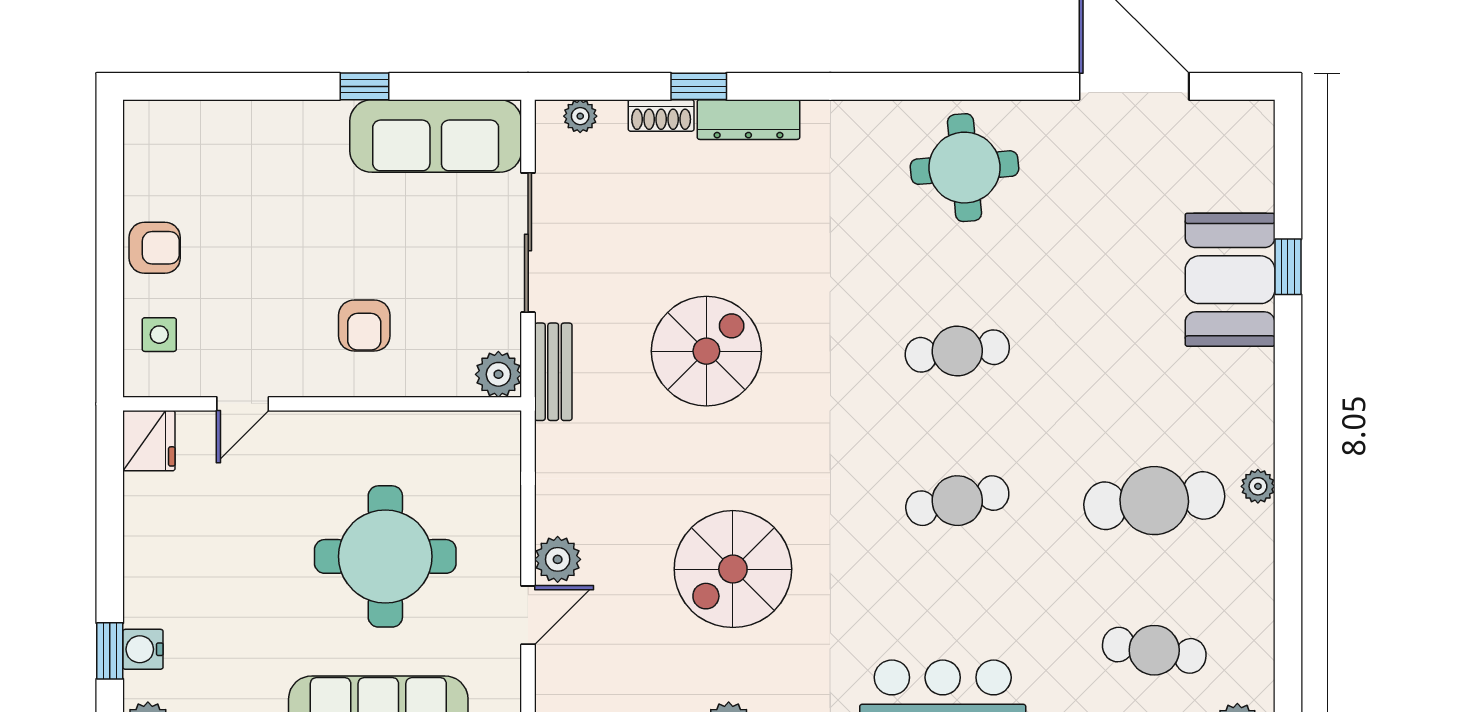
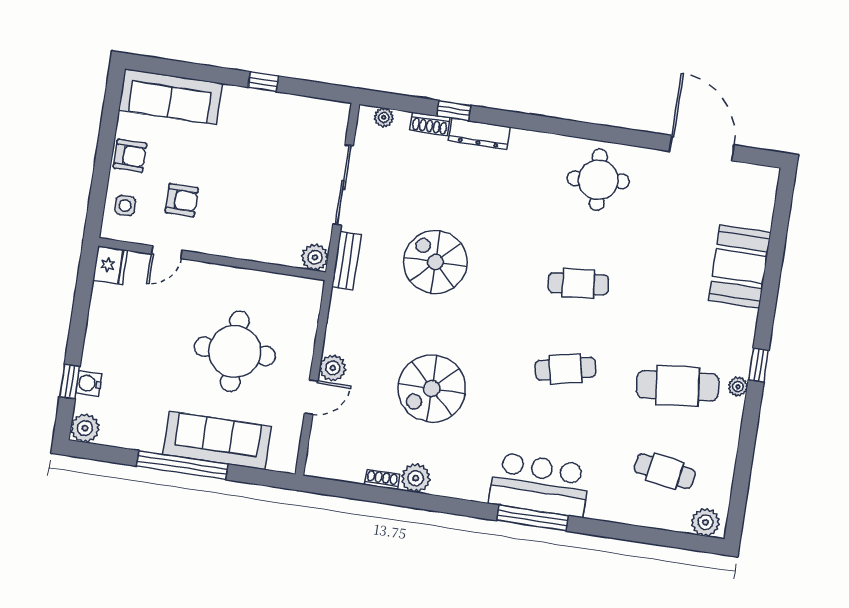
sofa: (436, 136) -> (170, 97), moved
window: (1288, 267) -> (759, 365), moved
armchair: (364, 325) -> (182, 200), moved, turned -90
spiral stairs: (706, 351) -> (435, 262), turned -90

